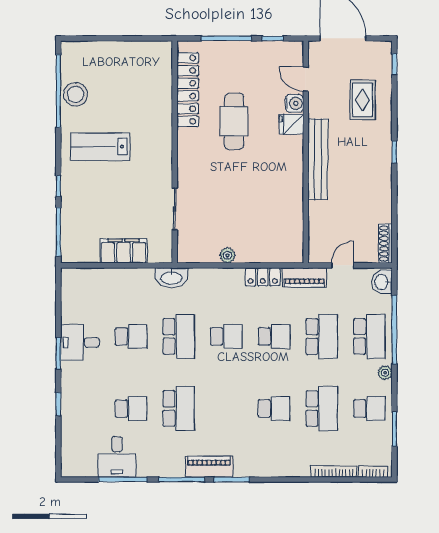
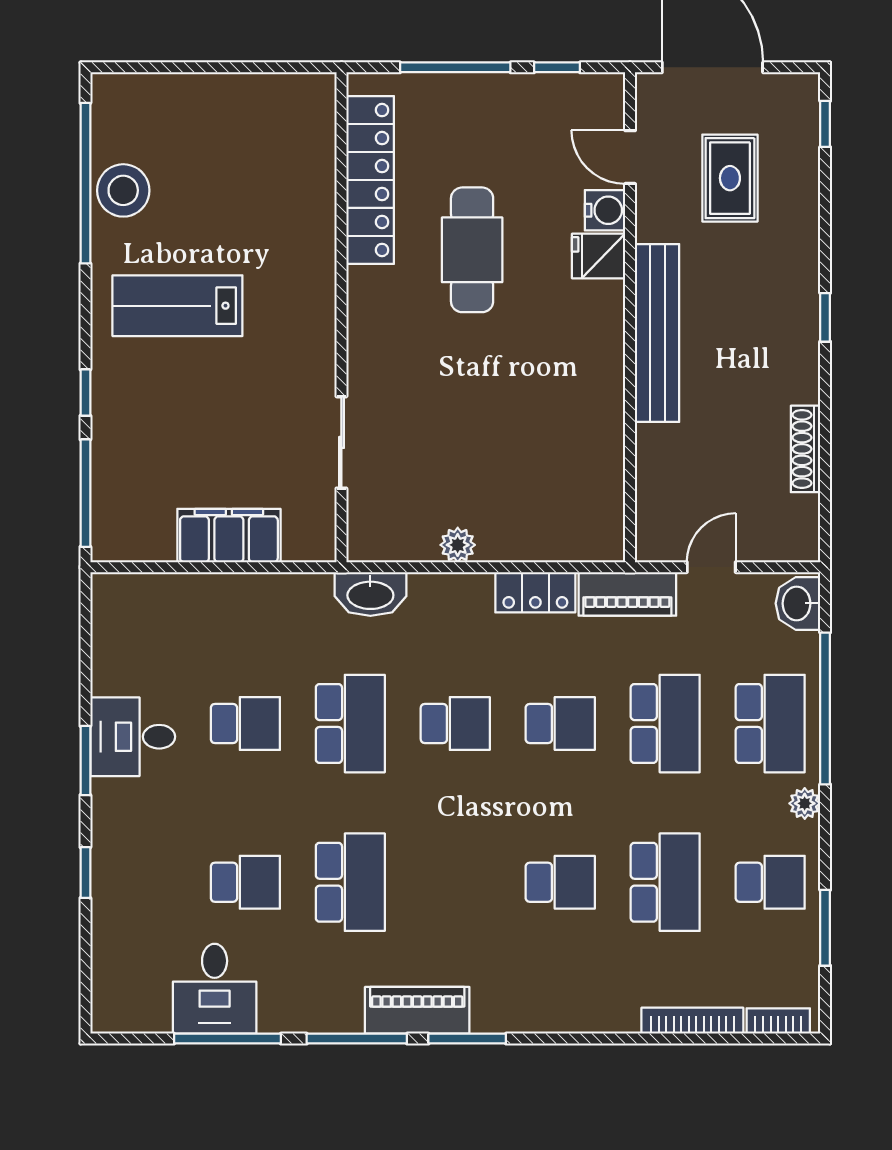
rug: (363, 100) -> (730, 178), moved
shoe rack: (385, 244) -> (805, 449), moved
washbasin: (171, 278) -> (370, 594), moved

